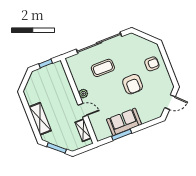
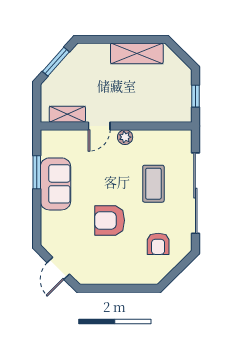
armchair: (152, 64) -> (158, 244), moved
shelving: (40, 119) -> (137, 53), moved

